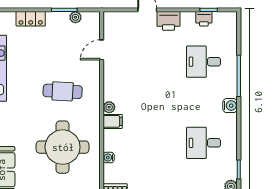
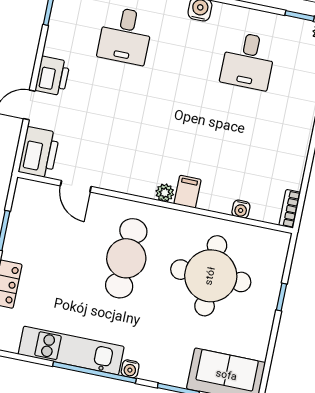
plant: (75, 17) -> (18, 216), removed
printer: (204, 19) -> (39, 152), moved, width x1.87, depth x1.48
cafe table: (63, 91) -> (126, 258), width x1.37, depth x1.35

